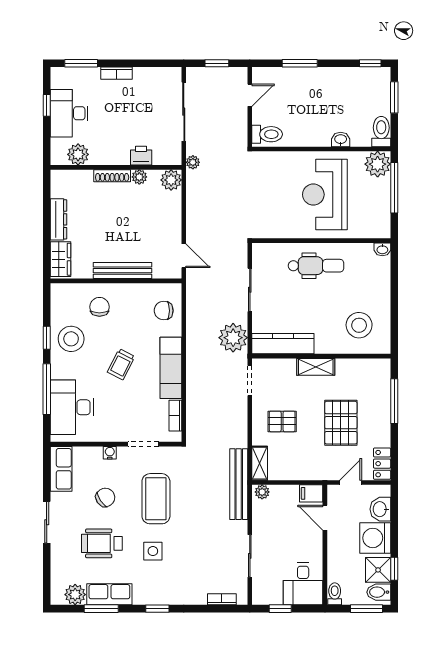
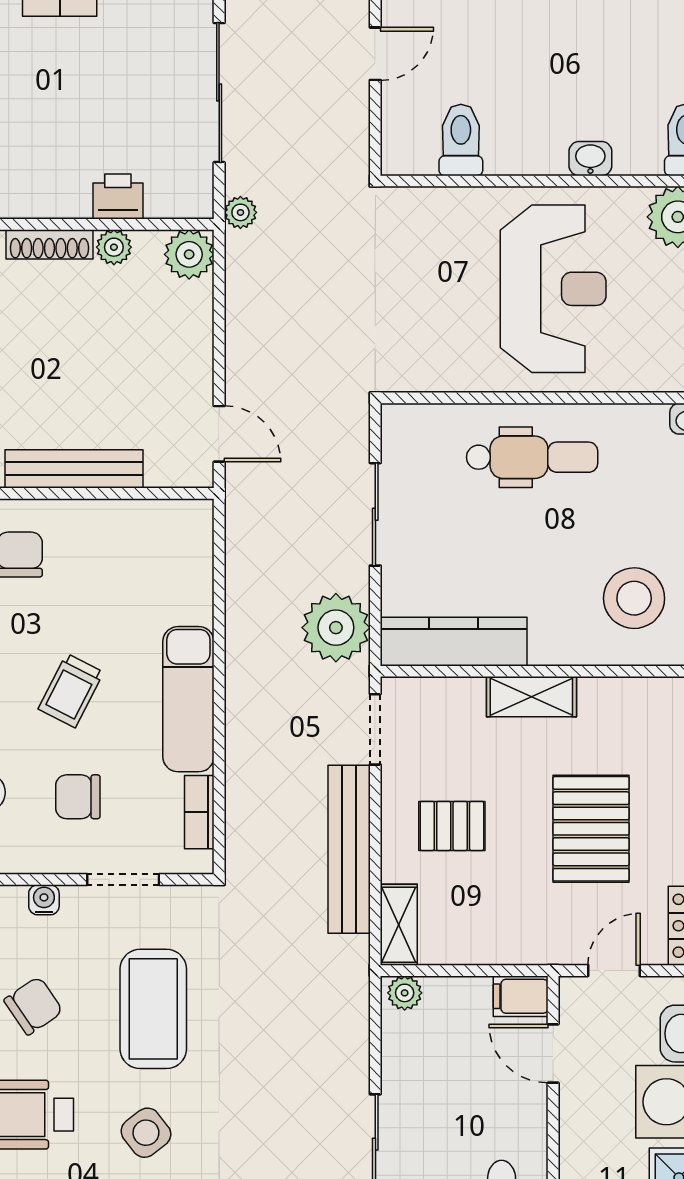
toilet: (267, 134) -> (461, 140), moved, turned -90
reception desk: (325, 195) -> (553, 289), turned 180
chair: (164, 311) -> (78, 797), moved
bench: (239, 484) -> (349, 849), moved
side table: (153, 551) -> (146, 1133), turned -38

